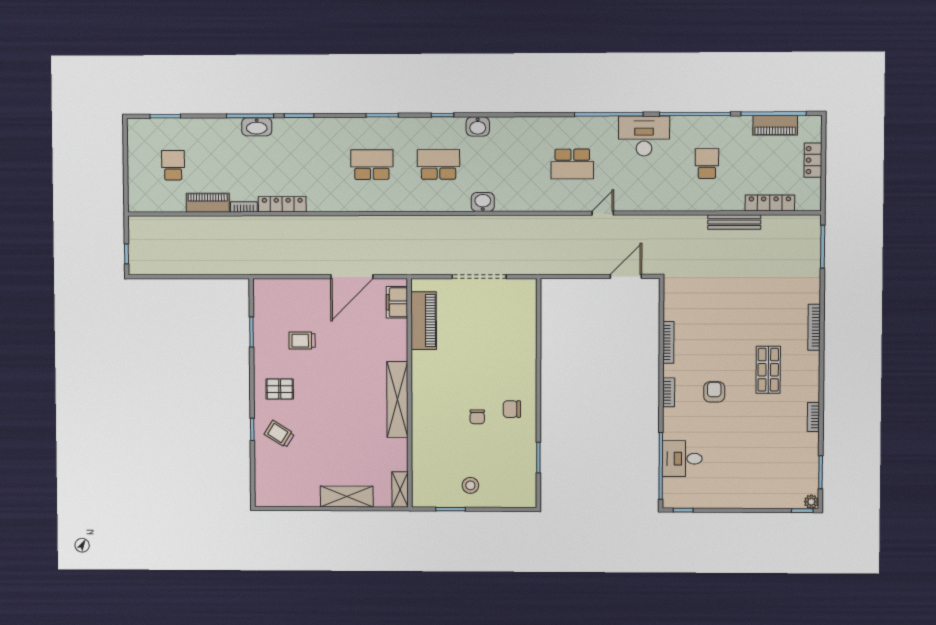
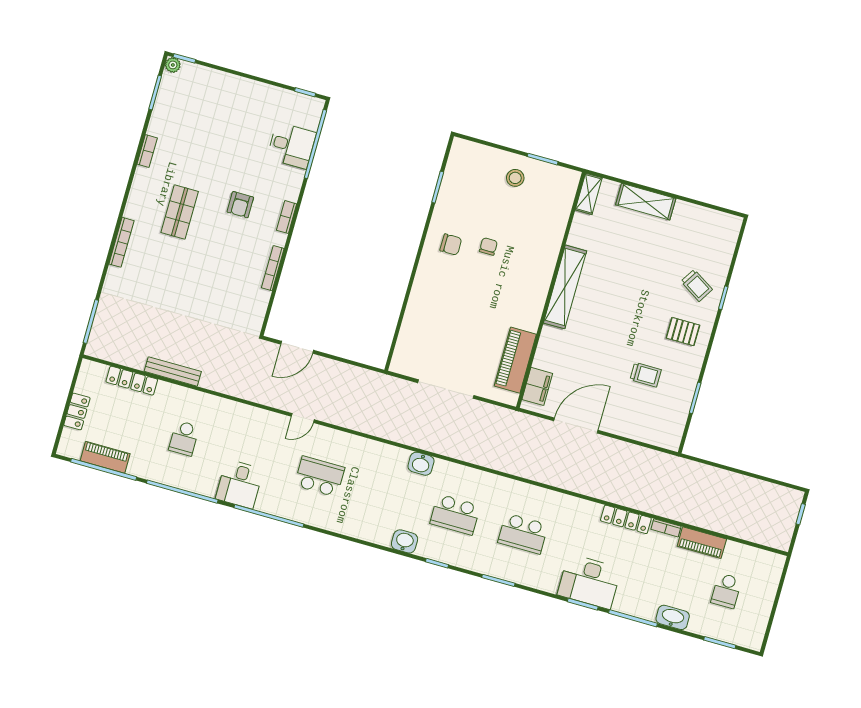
washbasin: (257, 127) -> (673, 617), moved
desk: (644, 136) -> (240, 484), width x0.73
desk: (299, 138) -> (589, 582), added

